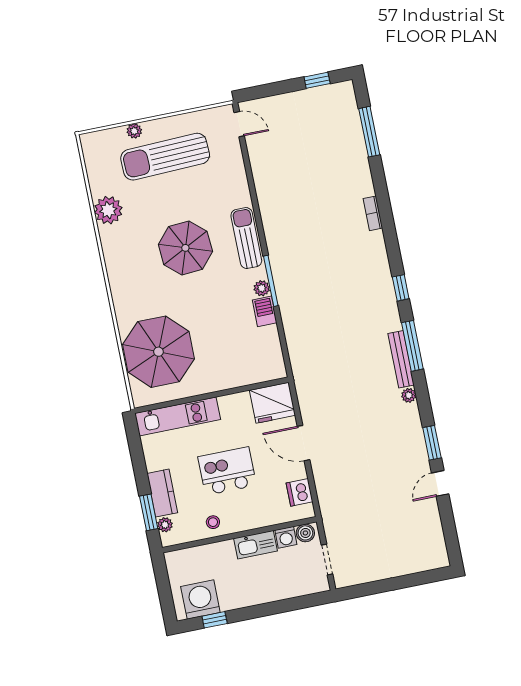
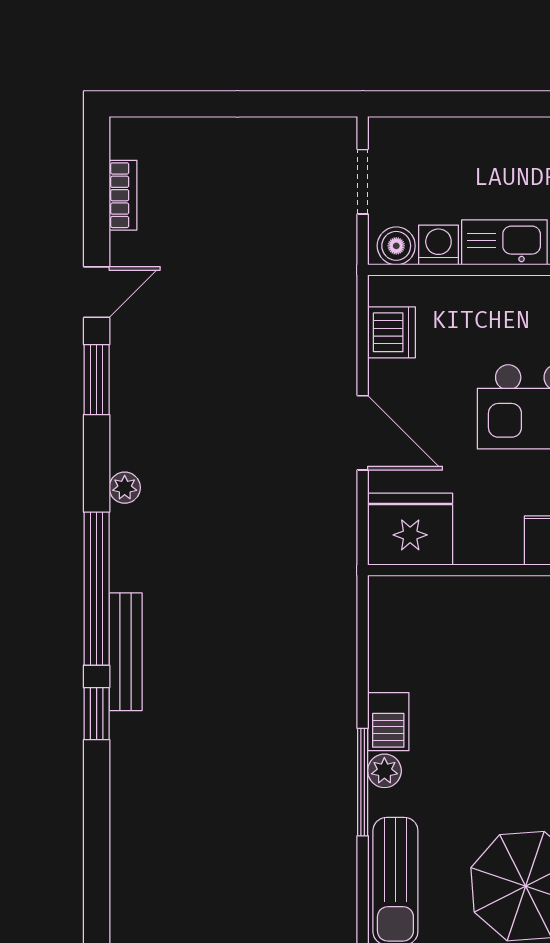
bookcase: (373, 213) -> (123, 195), moved
window: (412, 346) -> (97, 589), width x1.46
bench: (401, 359) -> (126, 652), moved

